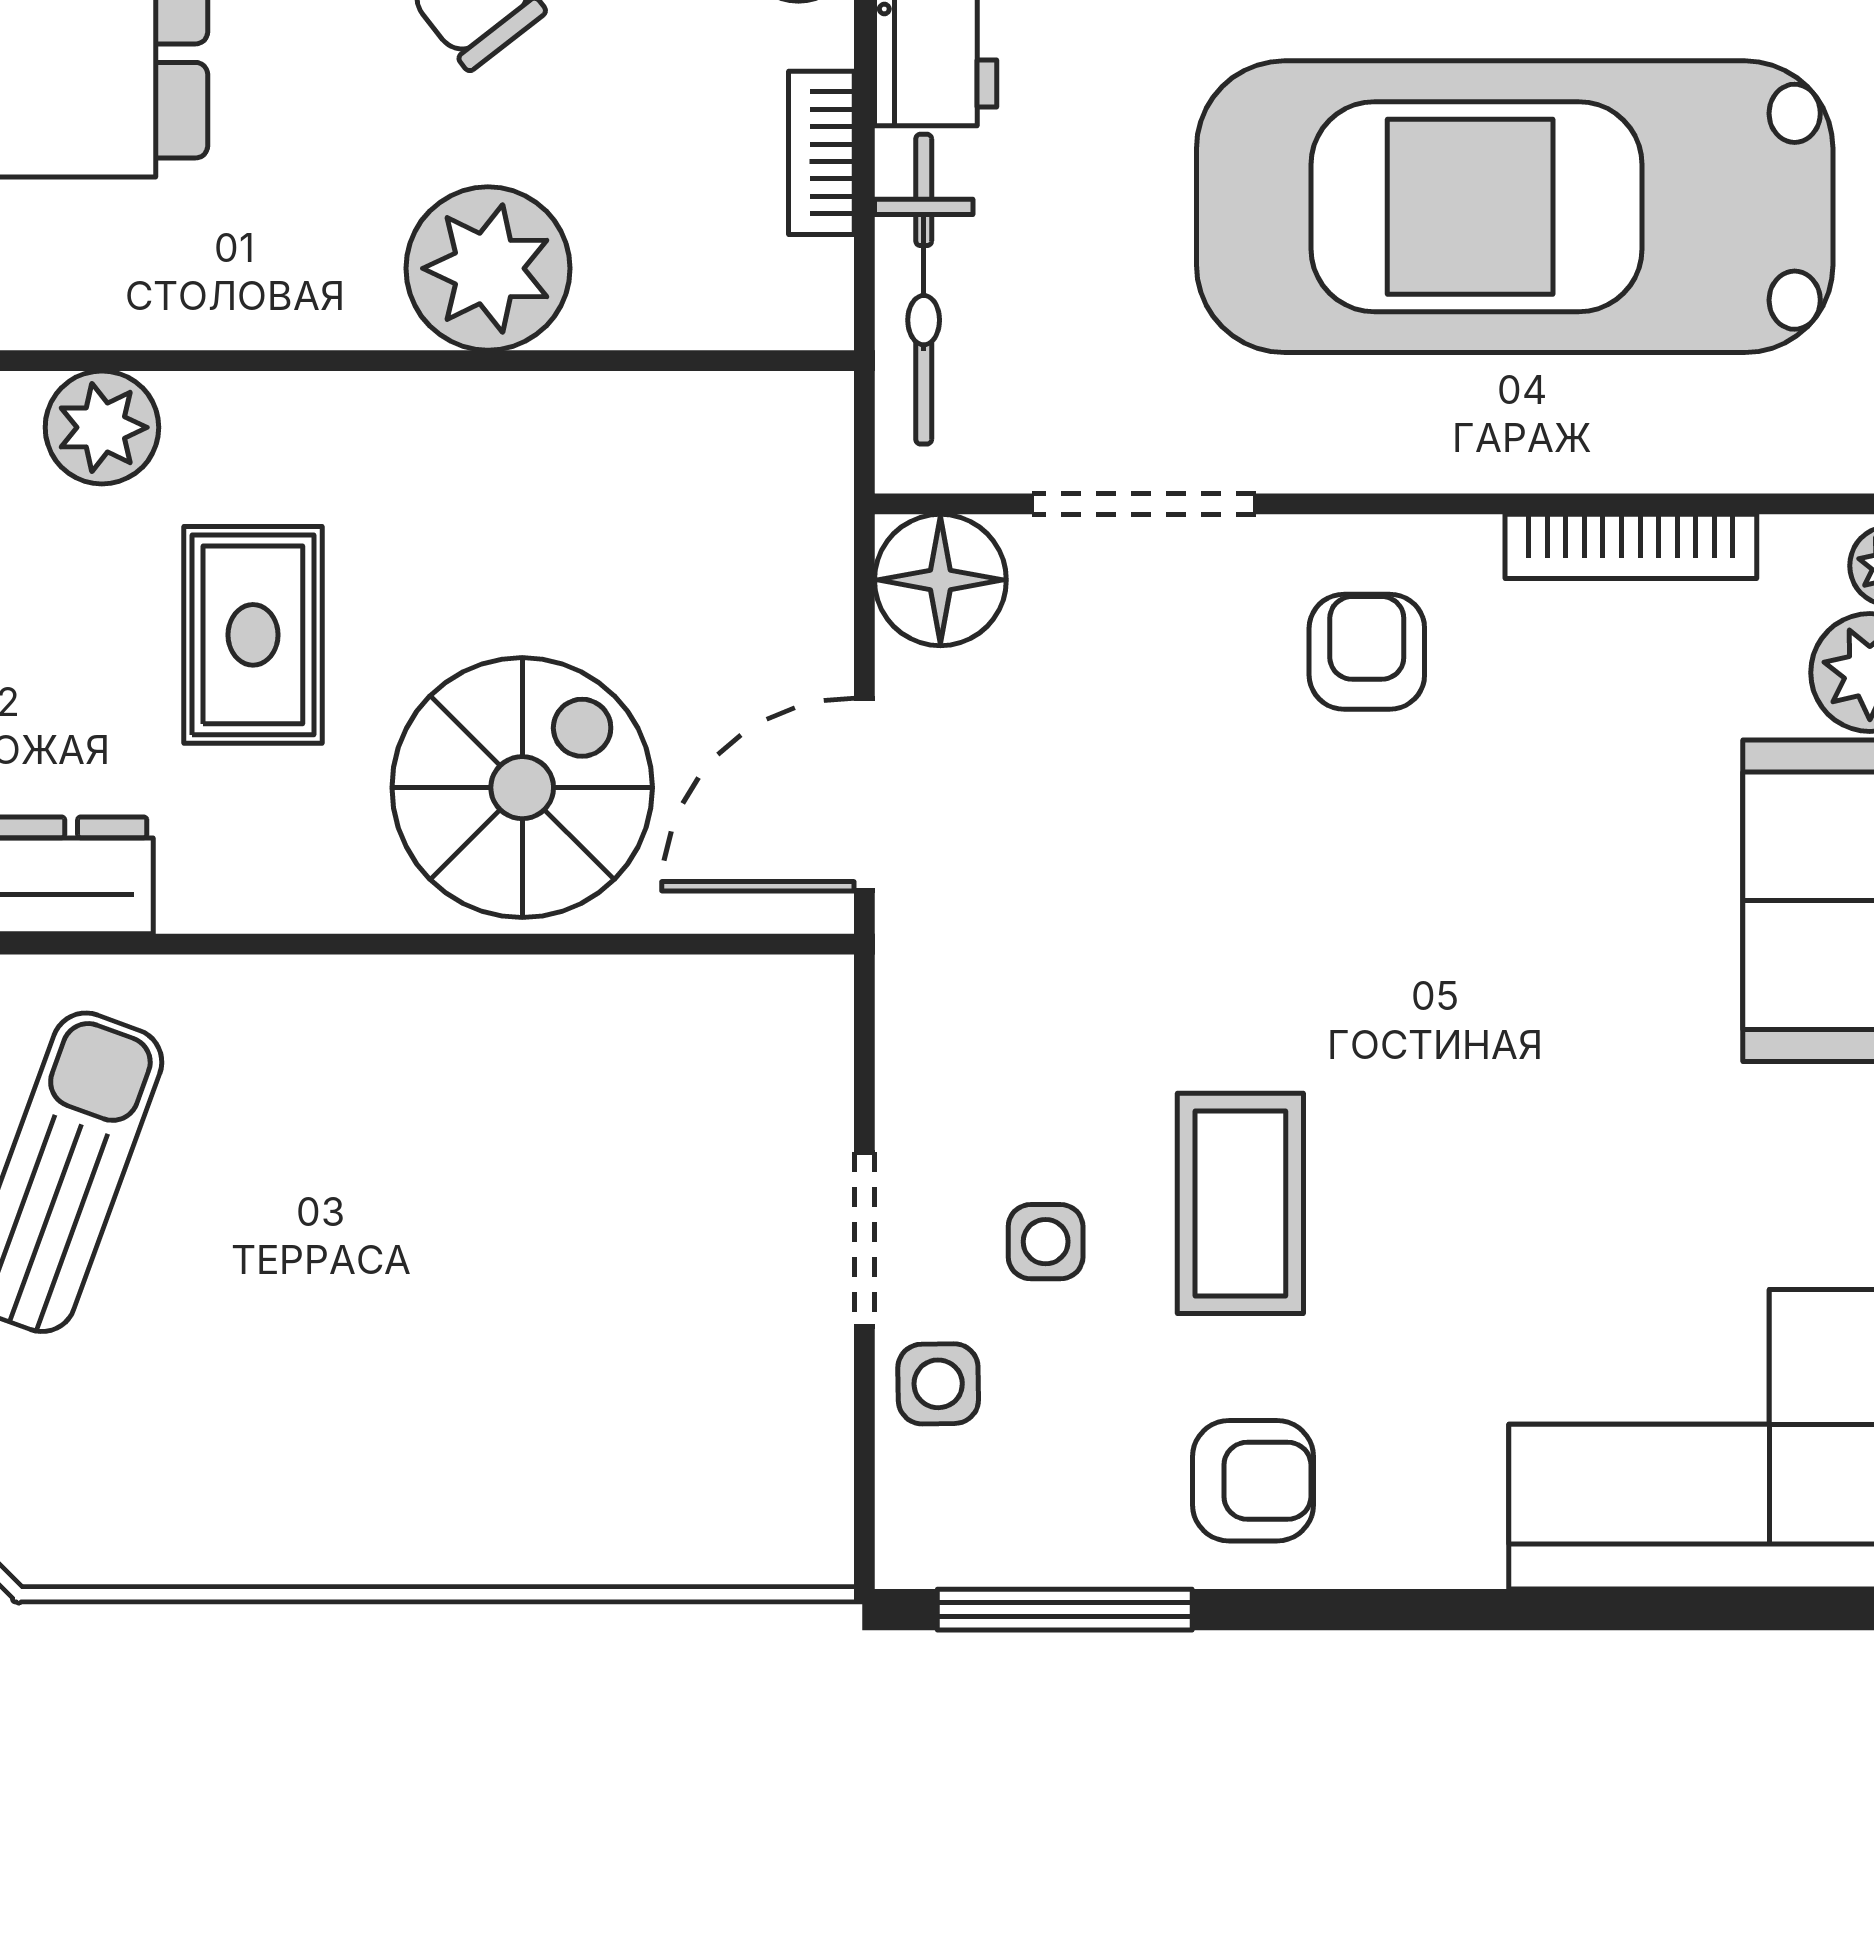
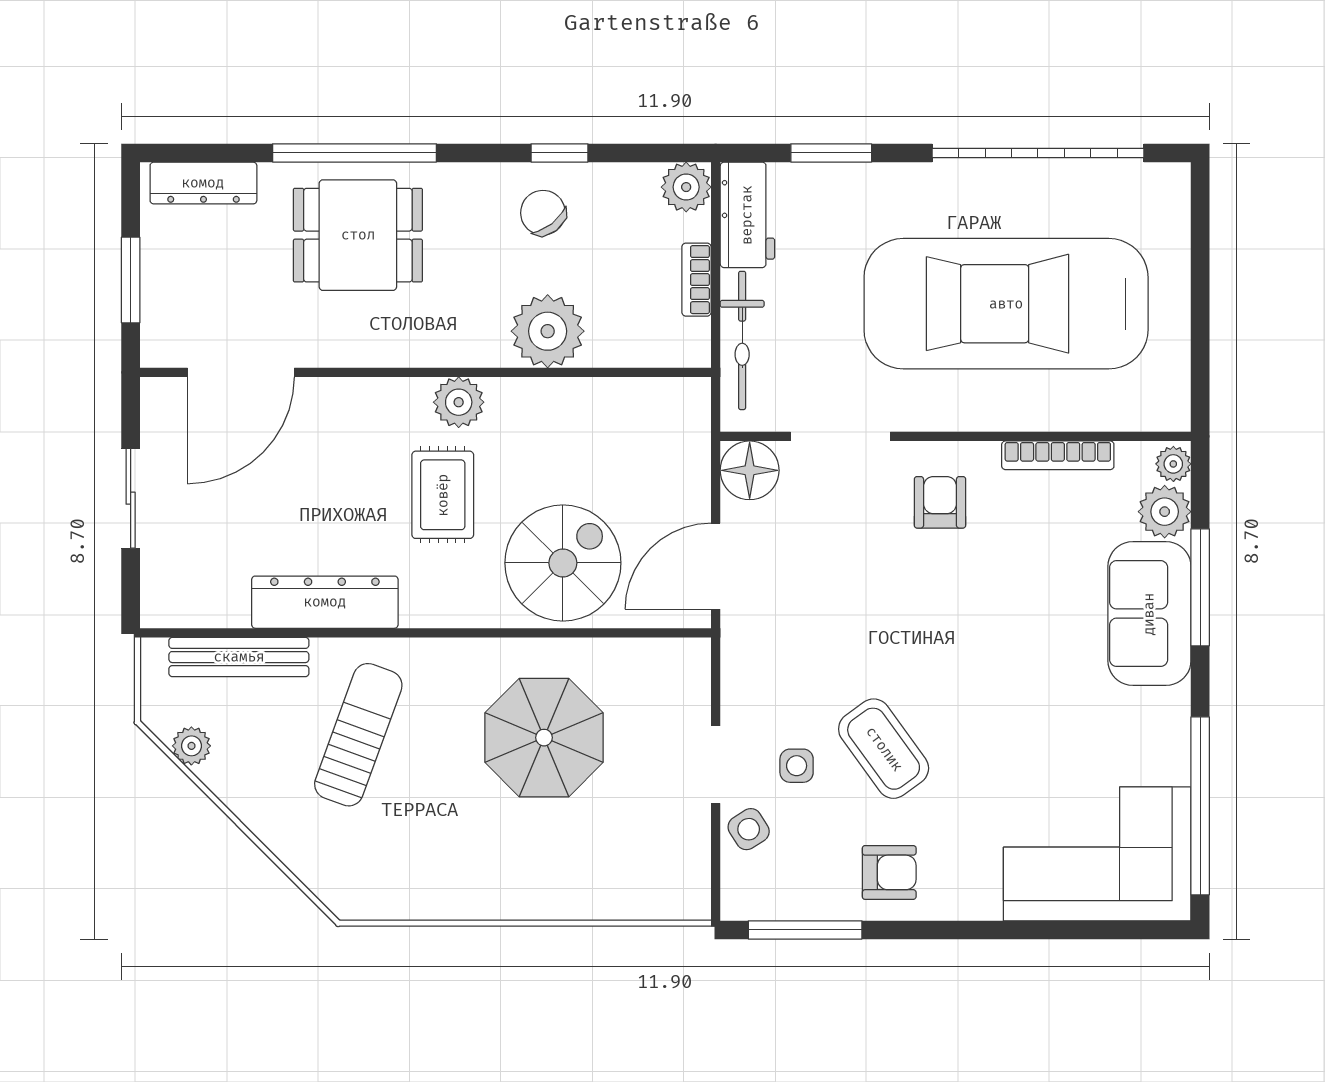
plant: (102, 427) -> (459, 402), moved
parasol: (480, 1179) -> (544, 738), added
coffee table: (1240, 1203) -> (884, 749), turned -36
side table: (938, 1384) -> (749, 829), turned -31

